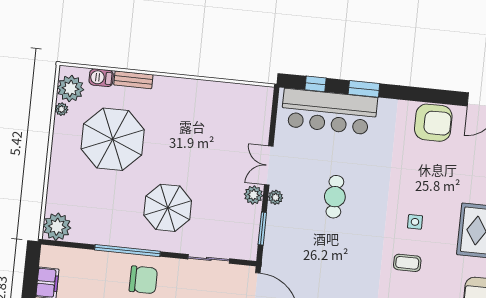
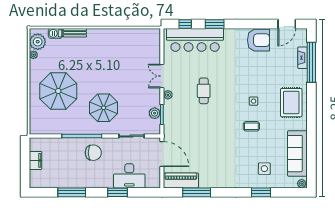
parasol: (113, 139) -> (58, 91), moved
plant: (254, 195) -> (155, 113), moved
plant: (57, 227) -> (38, 126), removed

